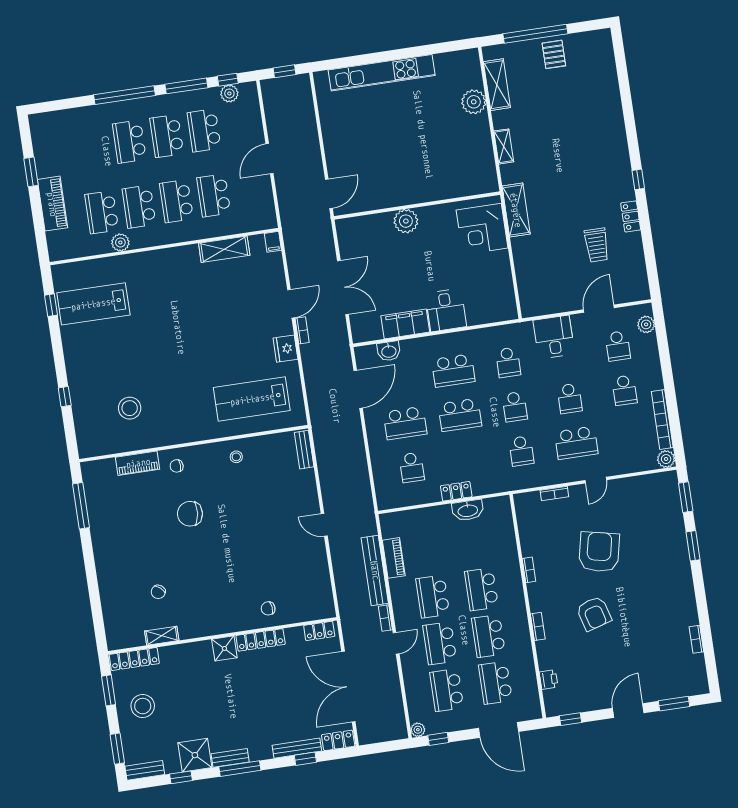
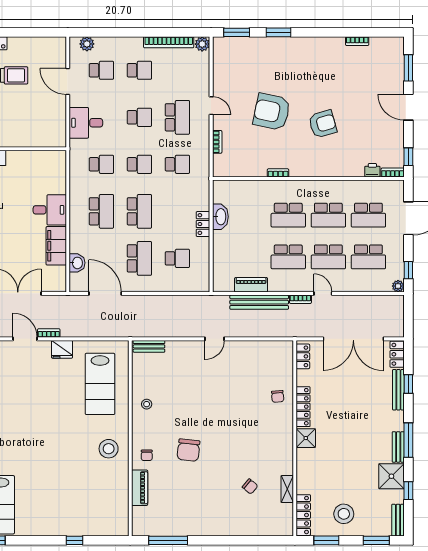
stool: (130, 408) -> (109, 449), moved
bookcase: (538, 626) -> (393, 172), moved

